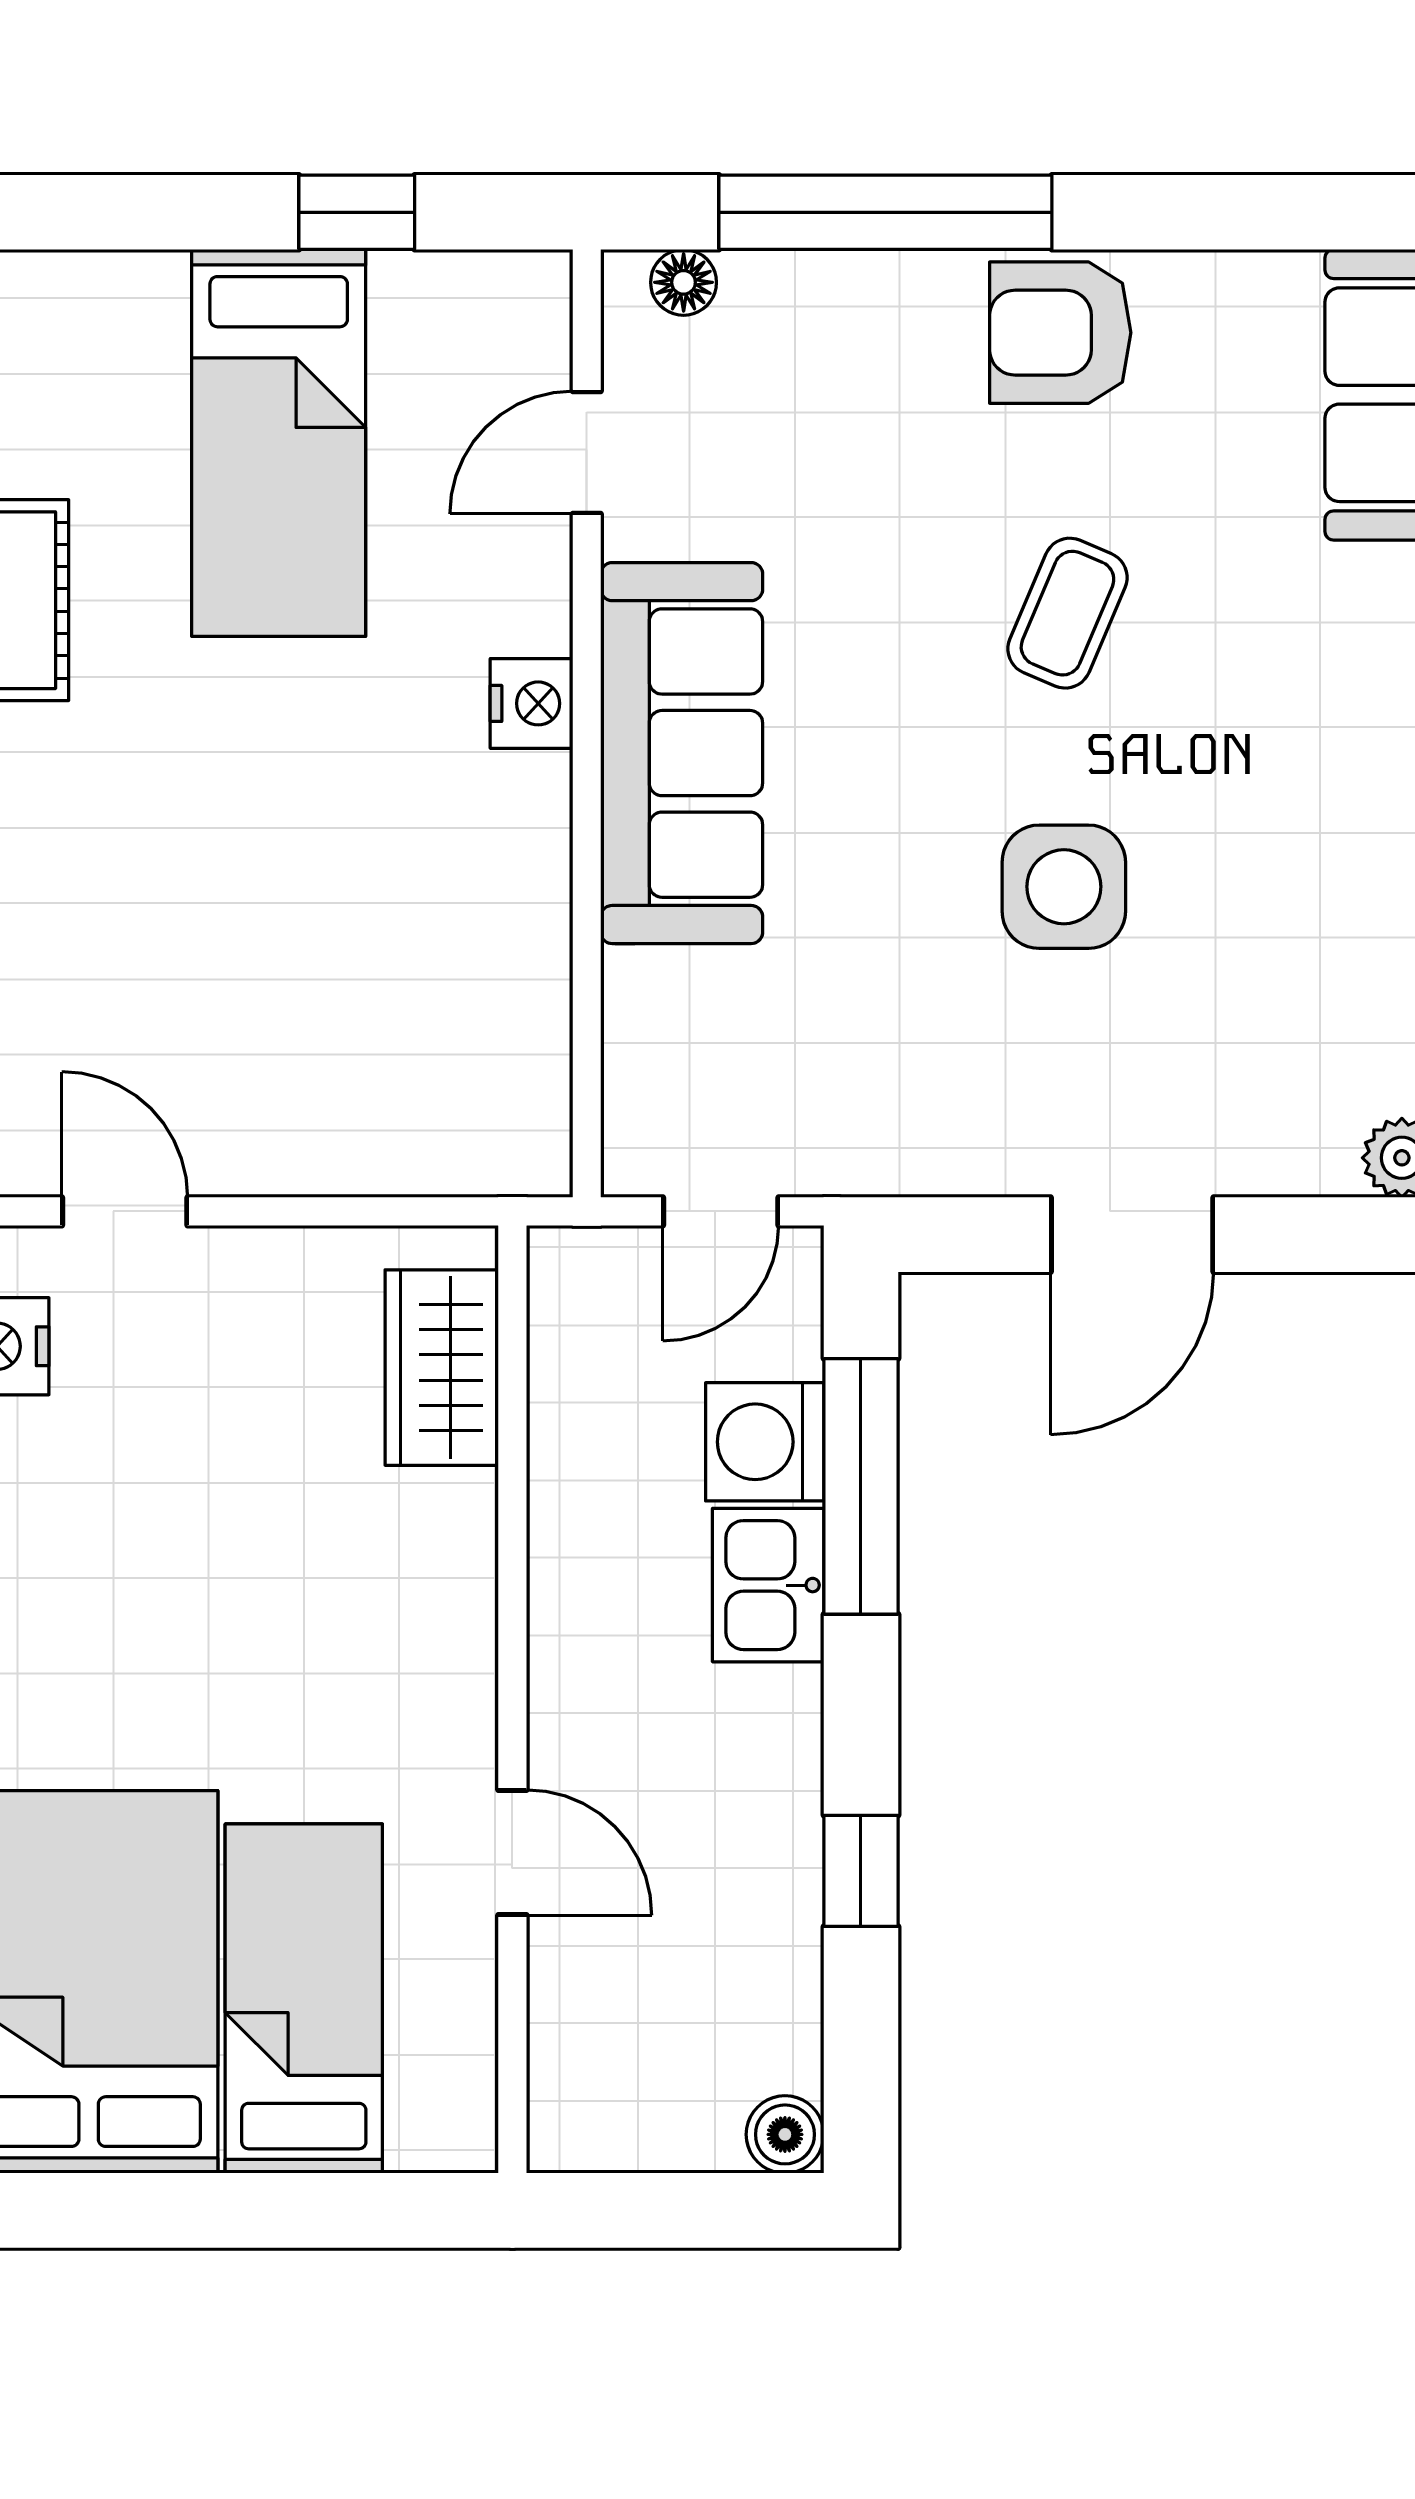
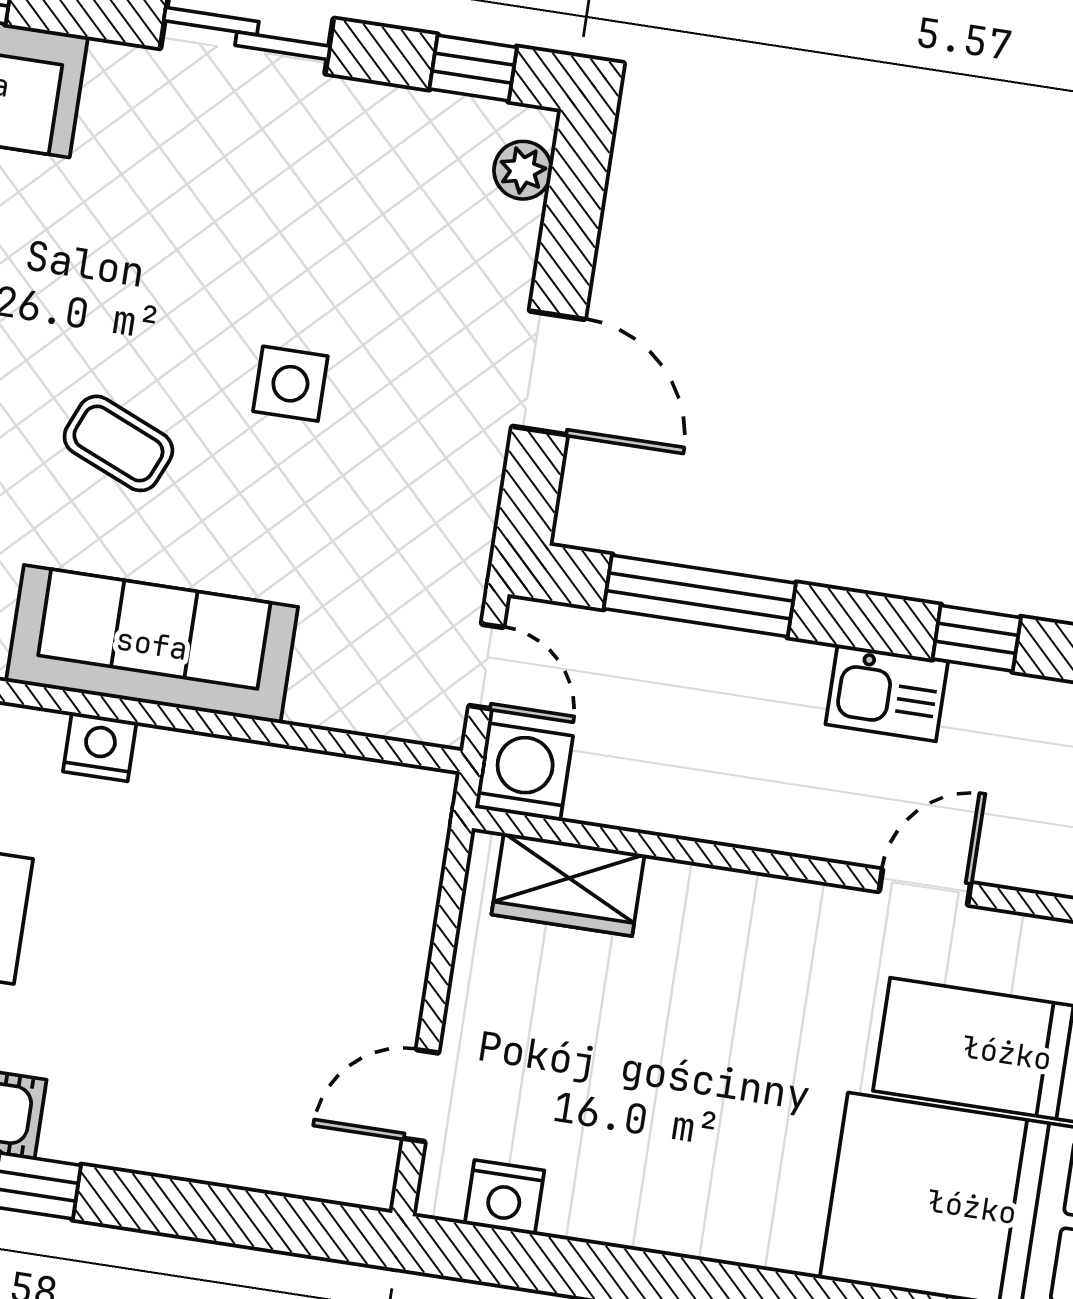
coffee table: (1067, 613) -> (118, 443), moved
side table: (1064, 887) -> (290, 384), width x0.73, depth x0.73
washing machine: (765, 1442) -> (524, 772), moved, turned 180
kitchen sink: (768, 1585) -> (887, 693), moved

